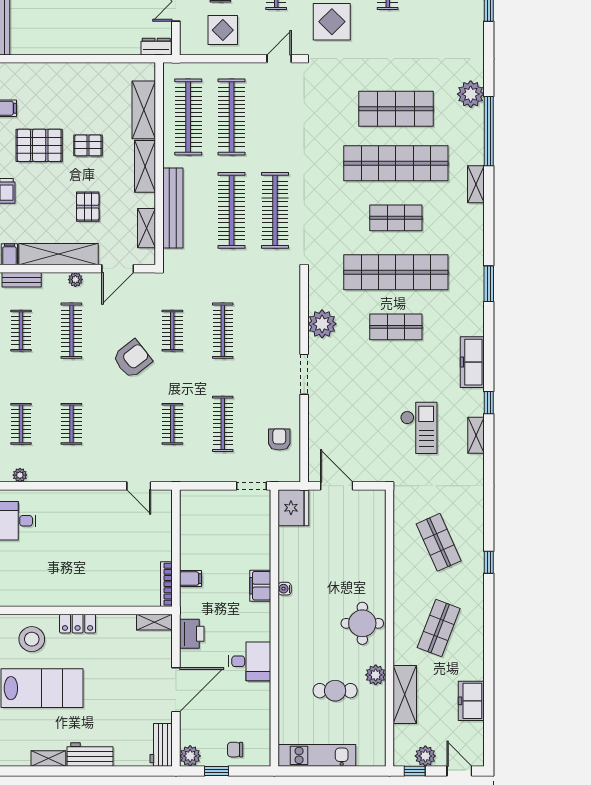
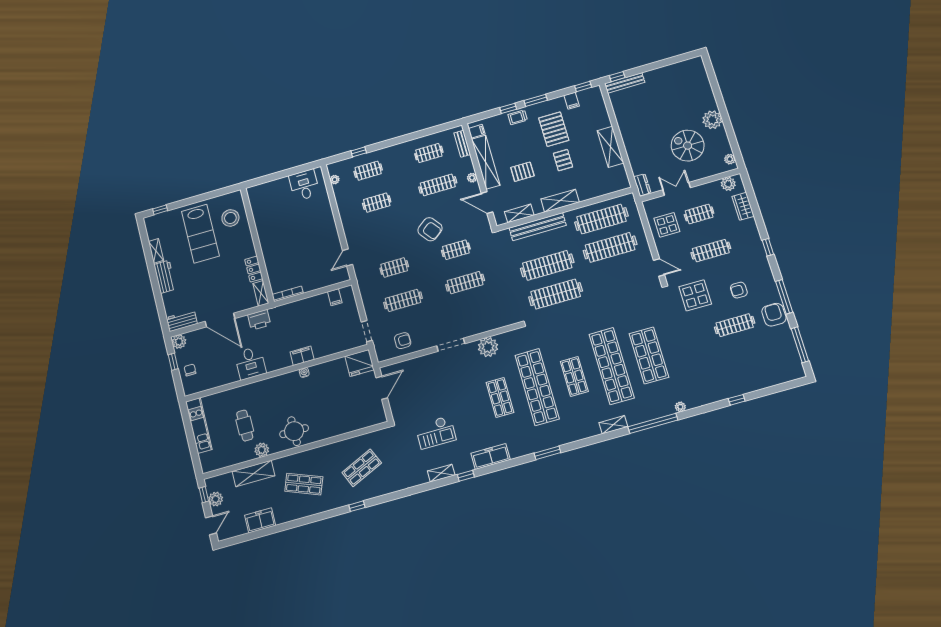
plant: (471, 94) -> (680, 407), width x0.53, depth x0.53
shelving: (144, 110) -> (610, 147), moved, turned 90
filing cabinet: (191, 579) -> (335, 297), moved
locker: (78, 624) -> (254, 269), moved

